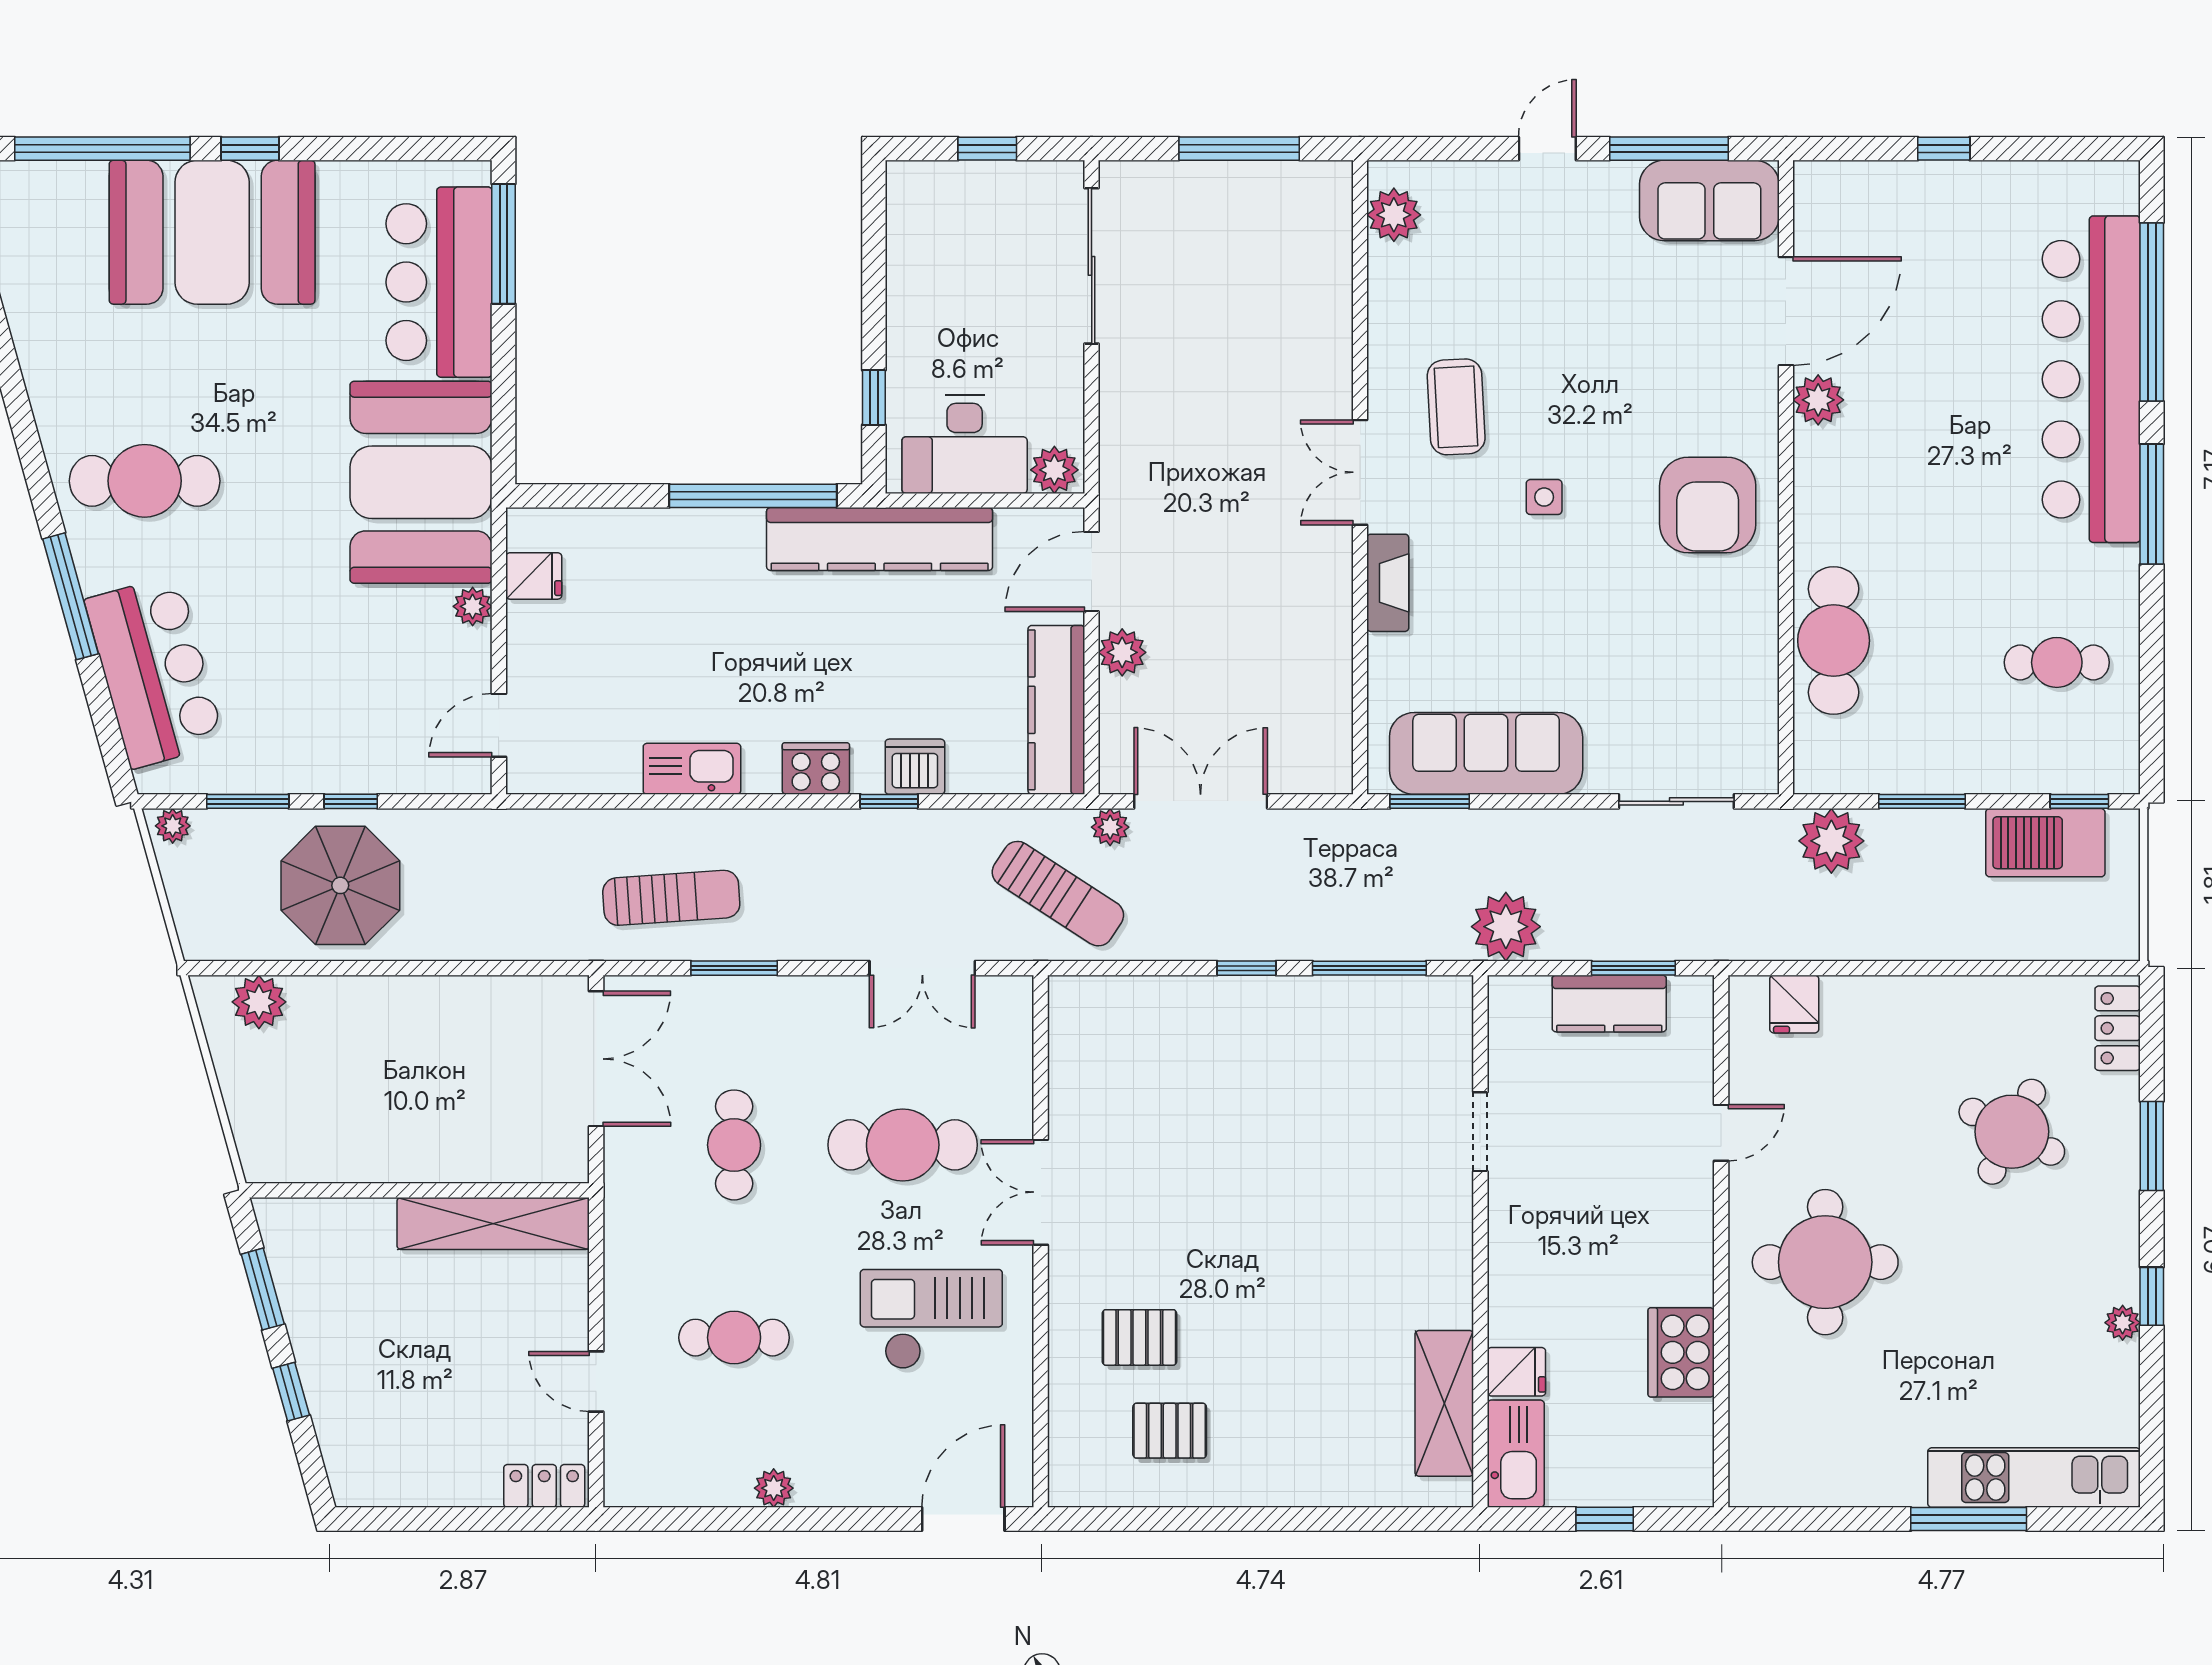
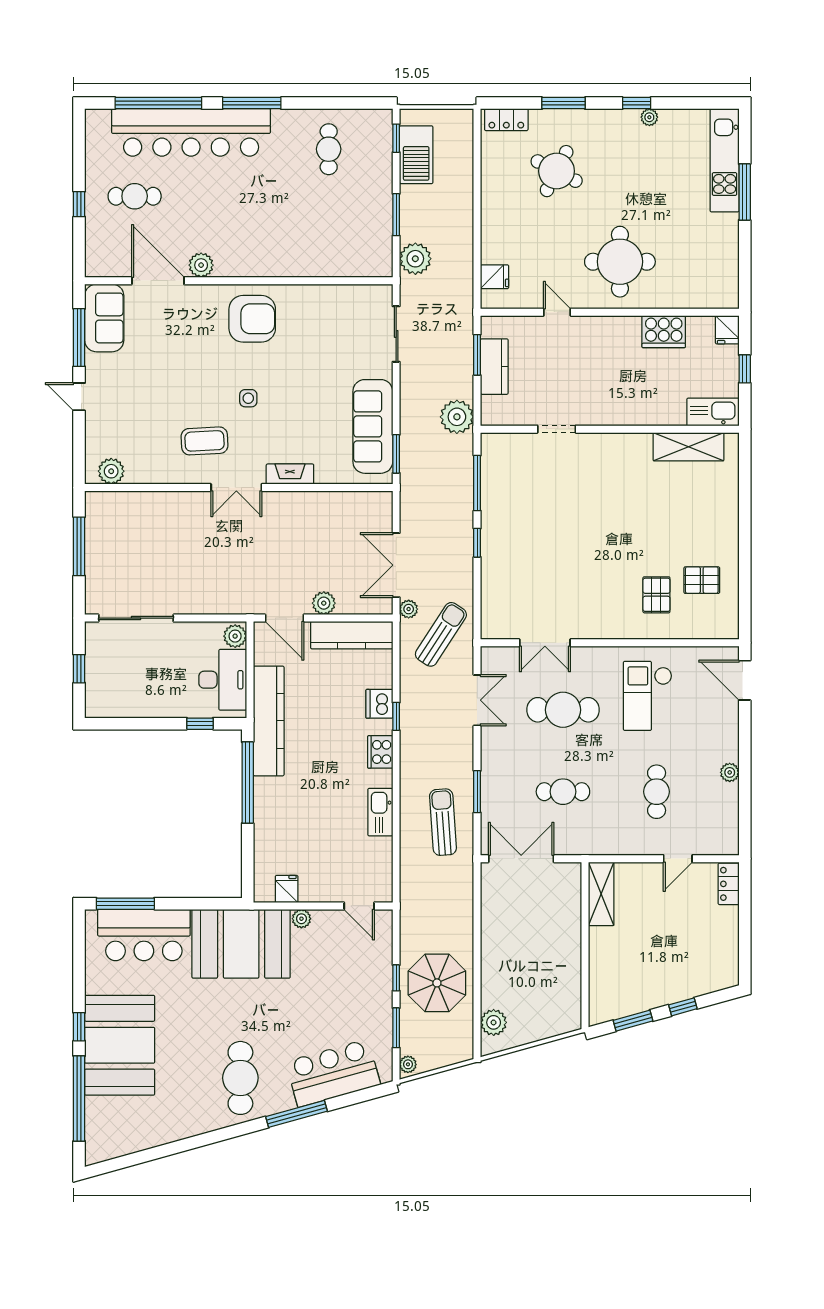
cafe table: (1834, 641) -> (135, 196), moved, width x0.73, depth x0.74
cafe table: (903, 1145) -> (563, 710), turned 90
double door: (1041, 1192) -> (545, 643), moved
shelving: (493, 1223) -> (601, 894), width x0.68
fridge: (1516, 1372) -> (727, 330), moved, turned 180
pallet: (1170, 1431) -> (702, 580), turned 90

